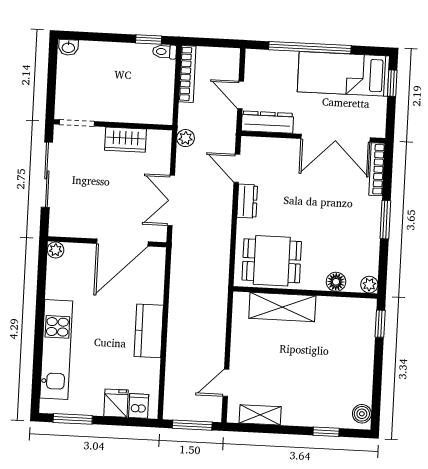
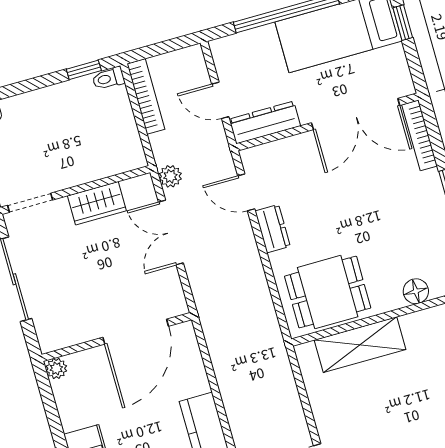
double door: (171, 200) -> (171, 232), moved

